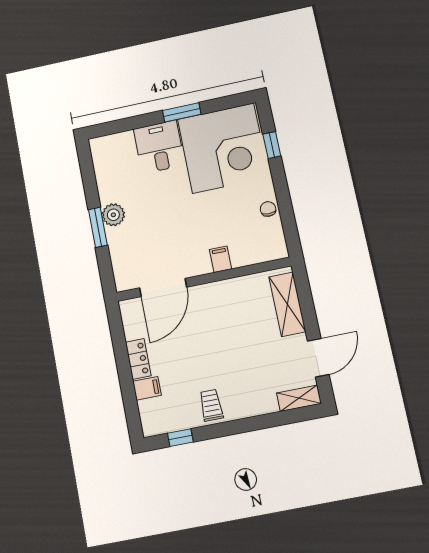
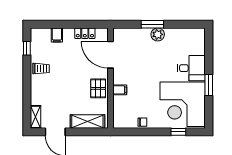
pallet: (226, 297) -> (98, 88), added
locker: (138, 359) -> (85, 33), moved

